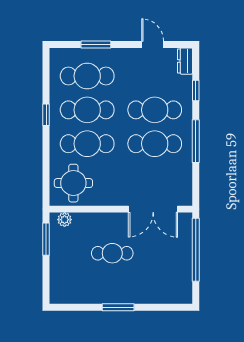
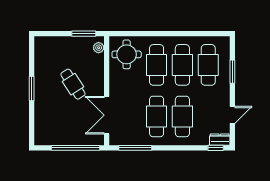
window: (196, 90) -> (216, 148), moved
window: (46, 115) -> (179, 34), removed
window: (196, 141) -> (135, 148), moved
cafe table: (112, 253) -> (73, 84), turned -33

